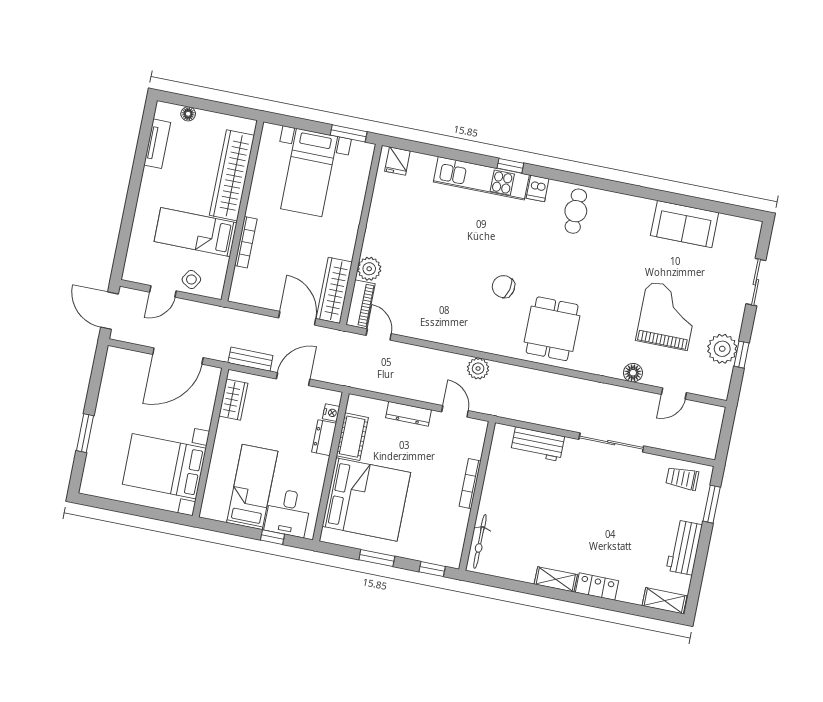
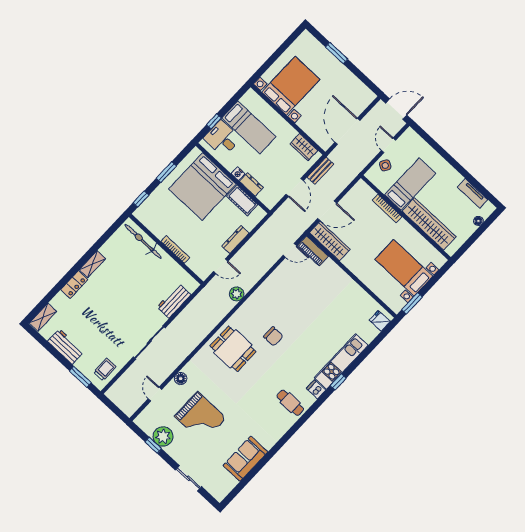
plant: (369, 269) -> (330, 268), removed
chair: (503, 287) -> (273, 336), turned 76
nightstand: (331, 413) -> (238, 174), moved
bicycle: (480, 541) -> (143, 241), width x1.37, depth x1.40

